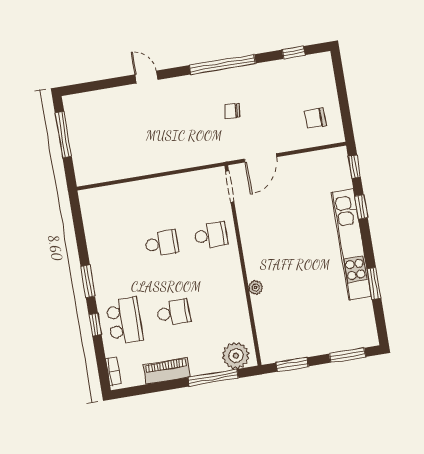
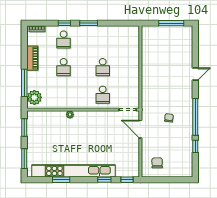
window: (294, 52) -> (195, 146), moved
kitchen unit: (351, 244) -> (74, 171), width x1.36
school desk: (124, 321) -> (64, 40), width x0.54

